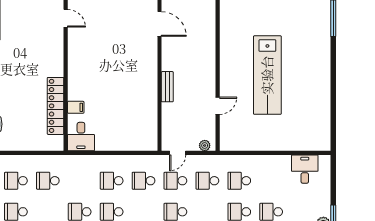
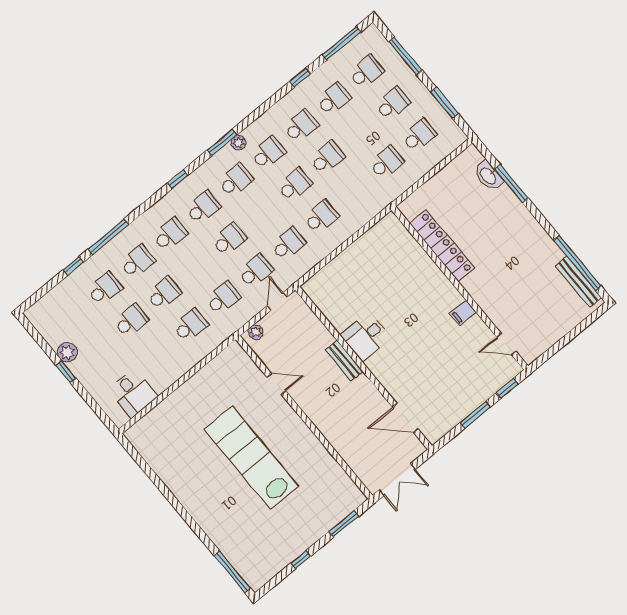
door: (218, 106) -> (276, 384), swing flipped
filing cabinet: (76, 107) -> (463, 313), moved
desk: (81, 137) -> (366, 336), moved, turned -90

